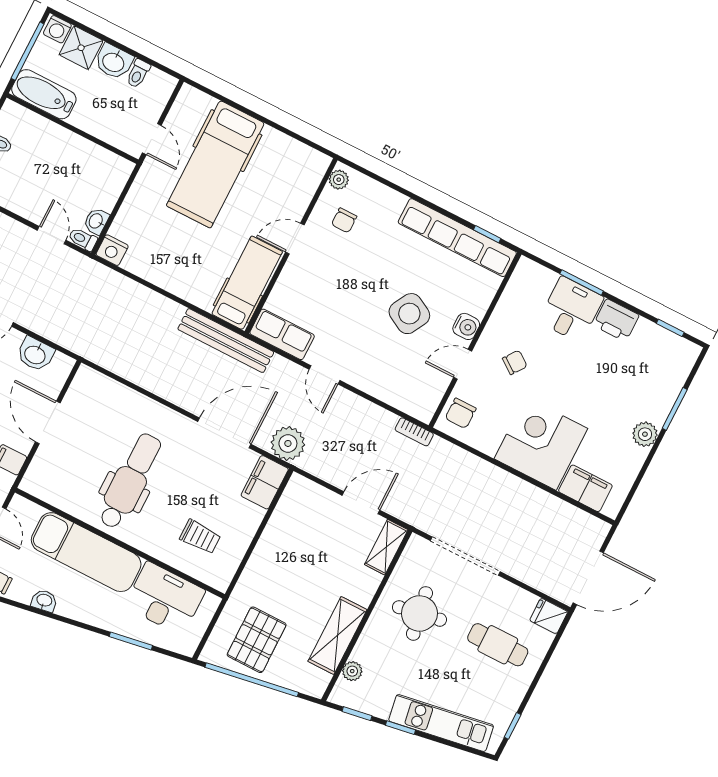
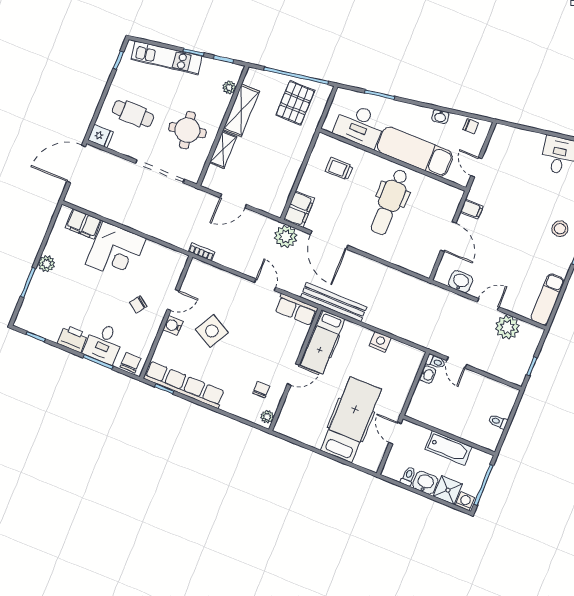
bathtub: (44, 94) -> (449, 448), moved
nightstand: (112, 250) -> (380, 342), moved
chair: (461, 413) -> (130, 363), moved
door: (224, 433) -> (329, 240), hinge flipped
shelving: (386, 547) -> (223, 150), moved

